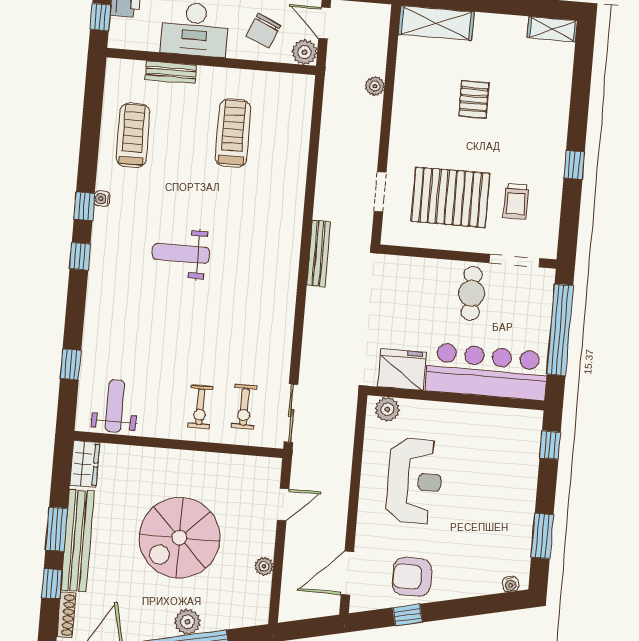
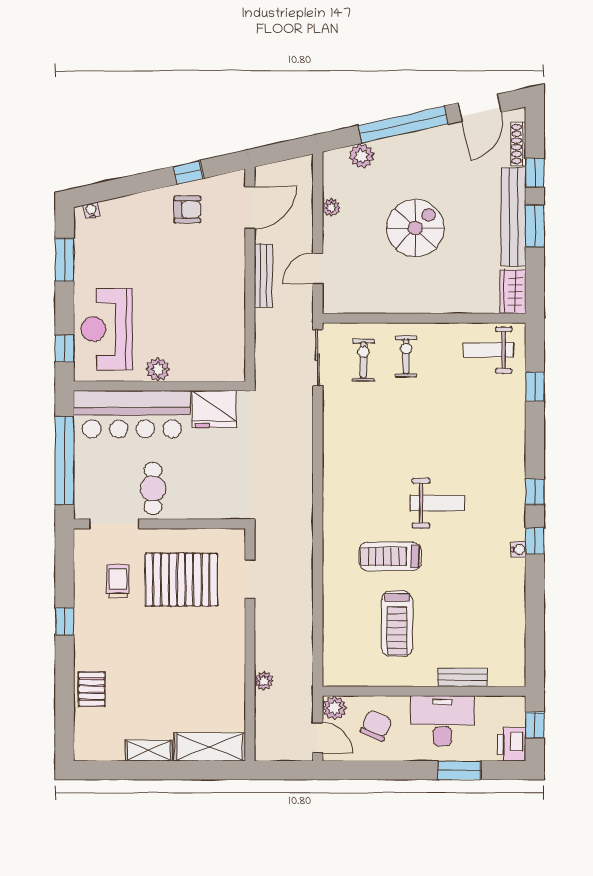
shelving: (552, 29) -> (149, 751), moved
pallet: (474, 99) -> (92, 689), moved
treadmill: (133, 135) -> (390, 556), moved, turned 90
bench: (319, 253) -> (263, 276), moved
weight bench: (115, 406) -> (489, 350), turned 90
plant: (387, 409) -> (158, 369), moved
reception desk: (414, 481) -> (107, 329), moved
spiral stairs: (179, 538) -> (415, 228), width x0.73, depth x0.73
armchair: (412, 577) -> (187, 209), width x0.72, depth x0.72
plant: (188, 622) -> (362, 156), moved

